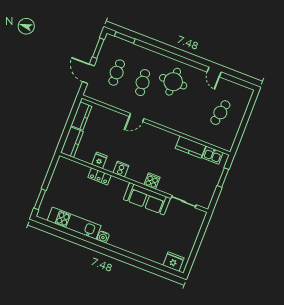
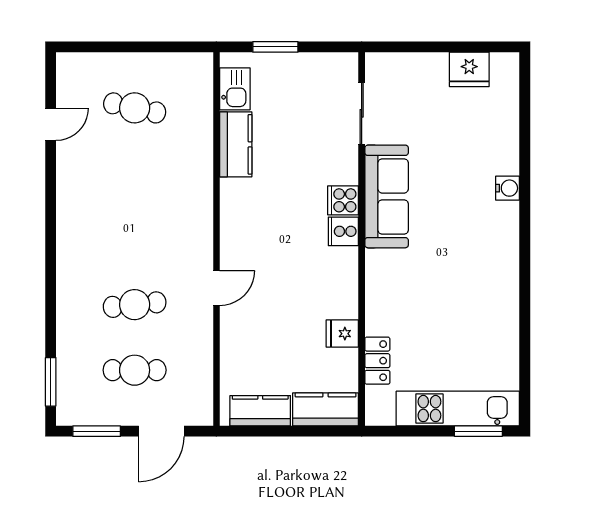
door: (214, 72) -> (51, 124), moved
round table: (173, 82) -> (107, 238), removed
door: (137, 117) -> (216, 288), hinge flipped
cooker: (121, 169) -> (343, 231), moved
locker: (100, 176) -> (377, 361), moved
kitchen unit: (74, 223) -> (458, 409), moved, turned 90
water cooler: (103, 237) -> (508, 188), moved
fridge: (173, 262) -> (469, 69), moved, turned -90

